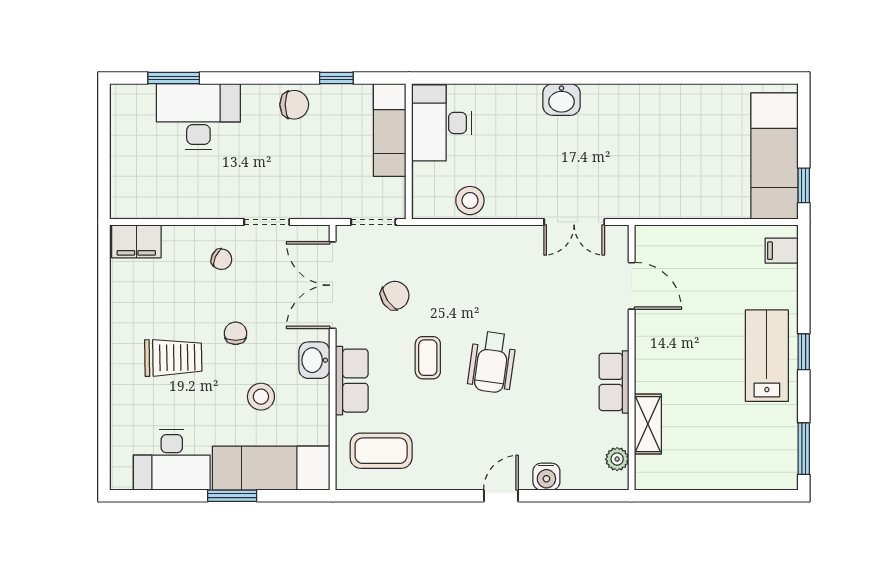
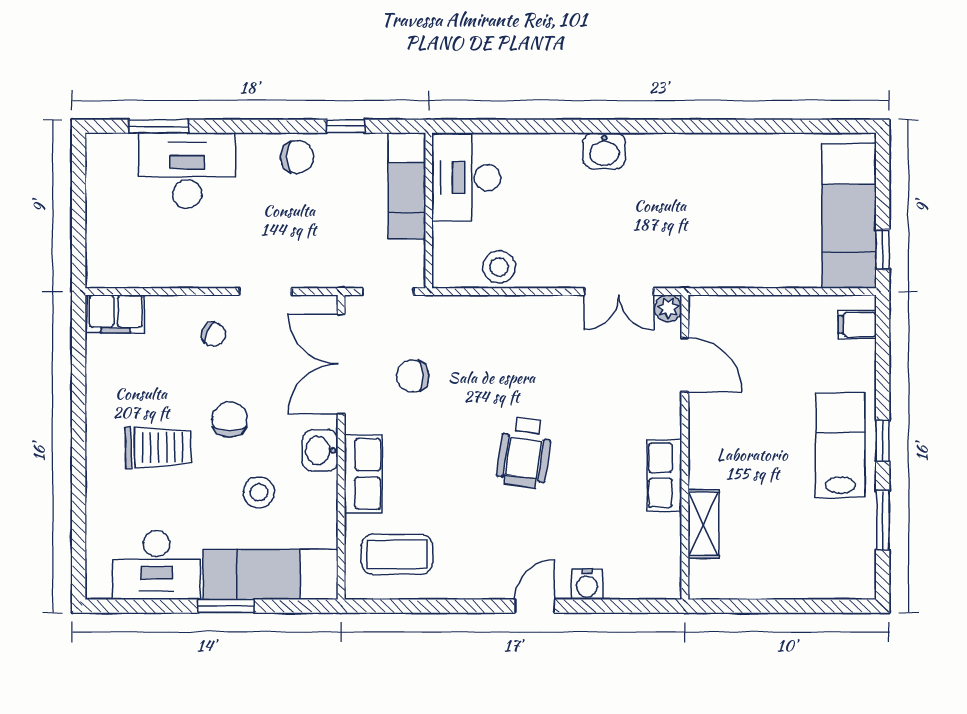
chair: (395, 295) -> (413, 376), turned -150
chair: (236, 333) -> (230, 419), width x1.37, depth x1.37
coffee table: (428, 358) -> (451, 448), removed
window: (804, 449) -> (883, 520), moved
plant: (617, 459) -> (668, 308), moved

